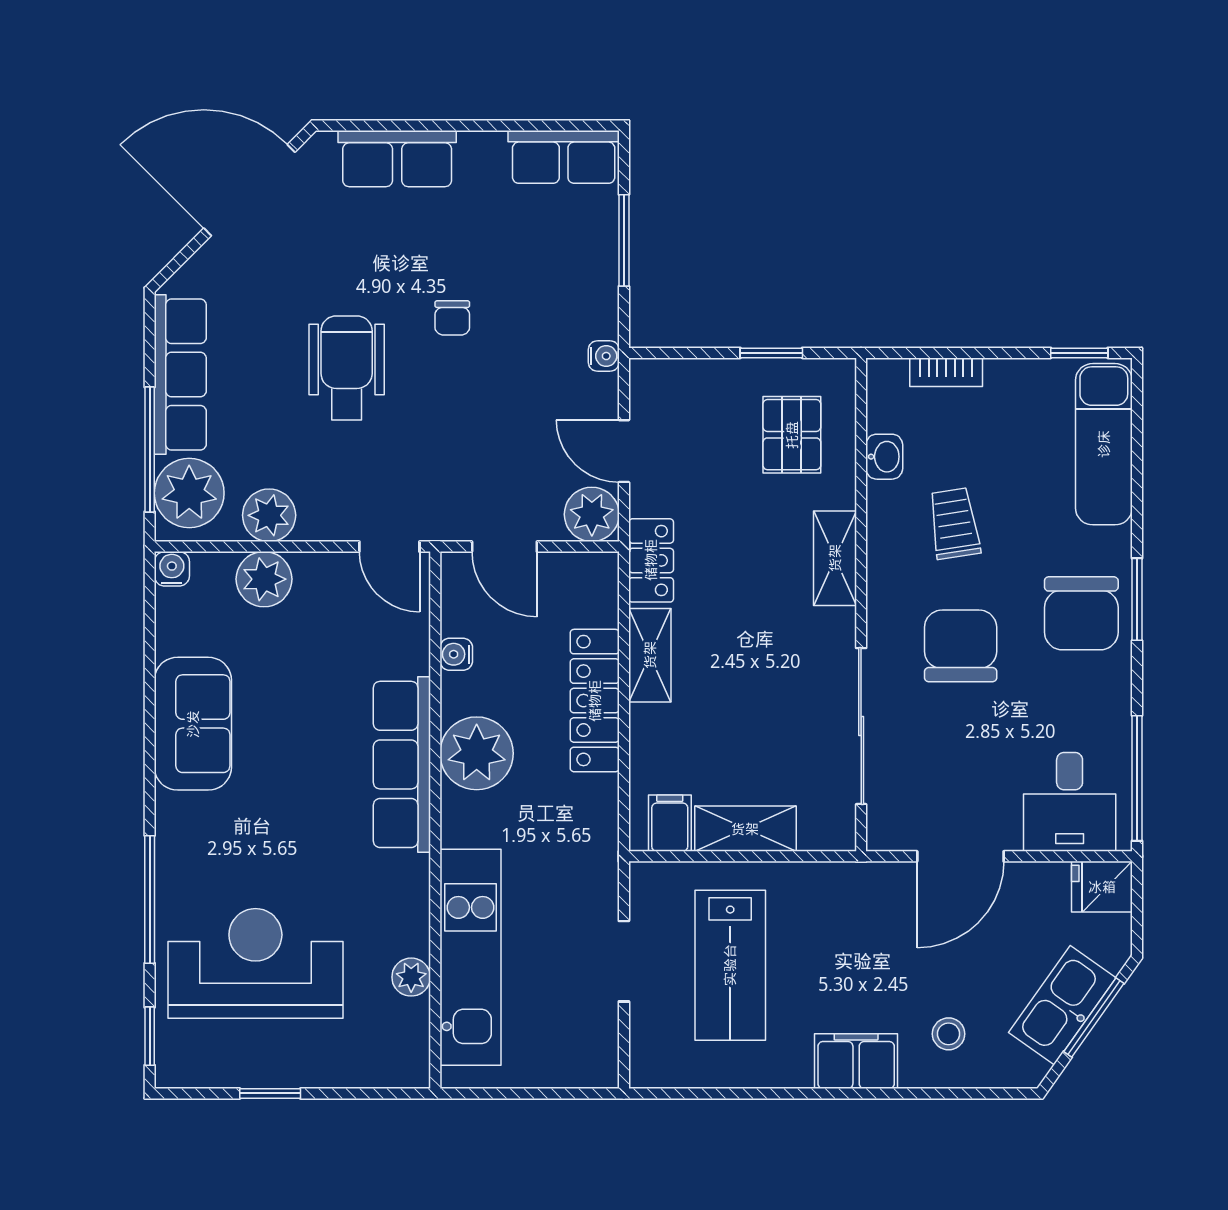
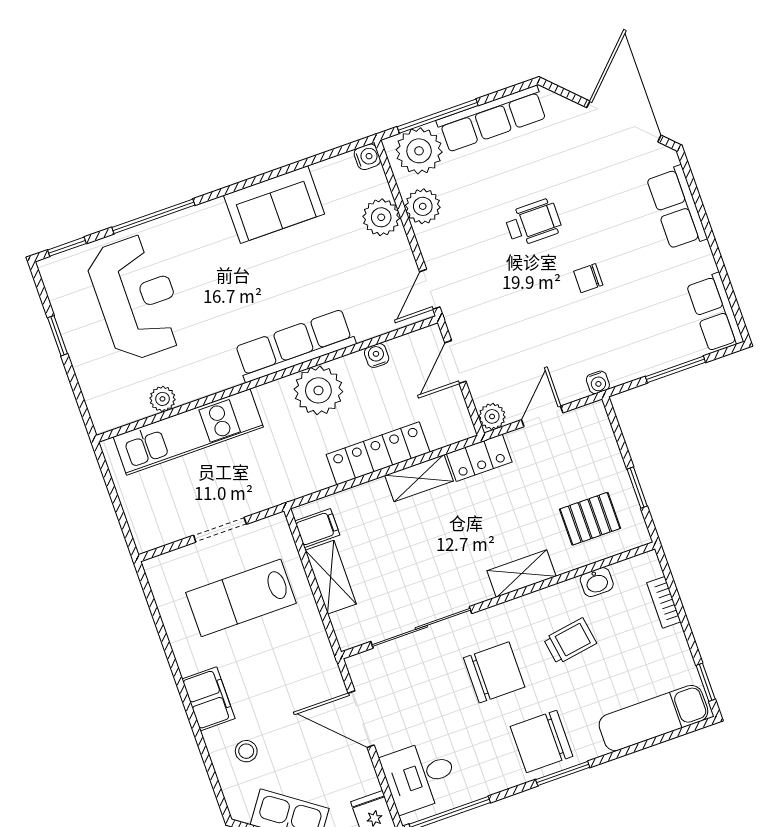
wheelchair: (347, 368) -> (533, 222), width x0.73, depth x0.73
plant: (592, 514) -> (492, 416), width x0.73, depth x0.73

